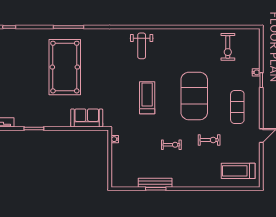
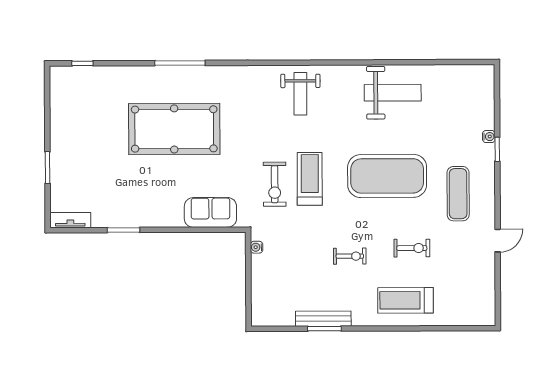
weight bench: (198, 45) -> (393, 93), added
exercise bike: (228, 47) -> (275, 184), moved
pool table: (65, 67) -> (174, 129), turned 90
exercise mat: (194, 96) -> (387, 176), turned 90
treadmill: (238, 171) -> (406, 300), moved

